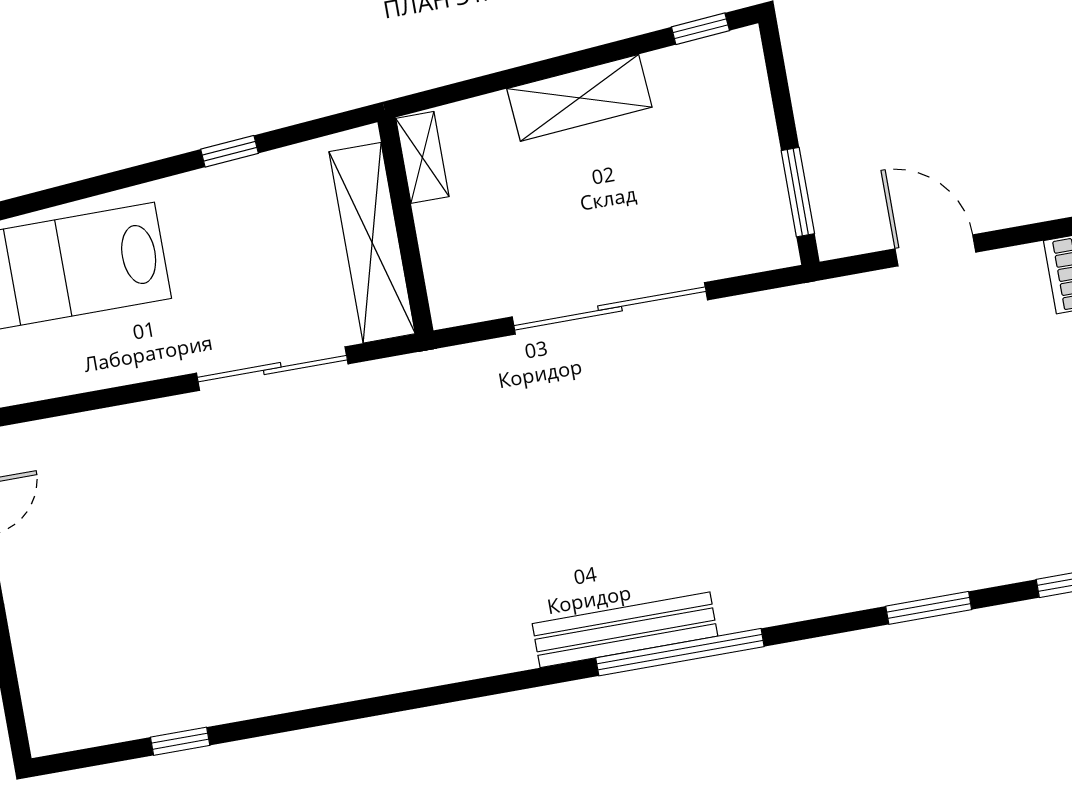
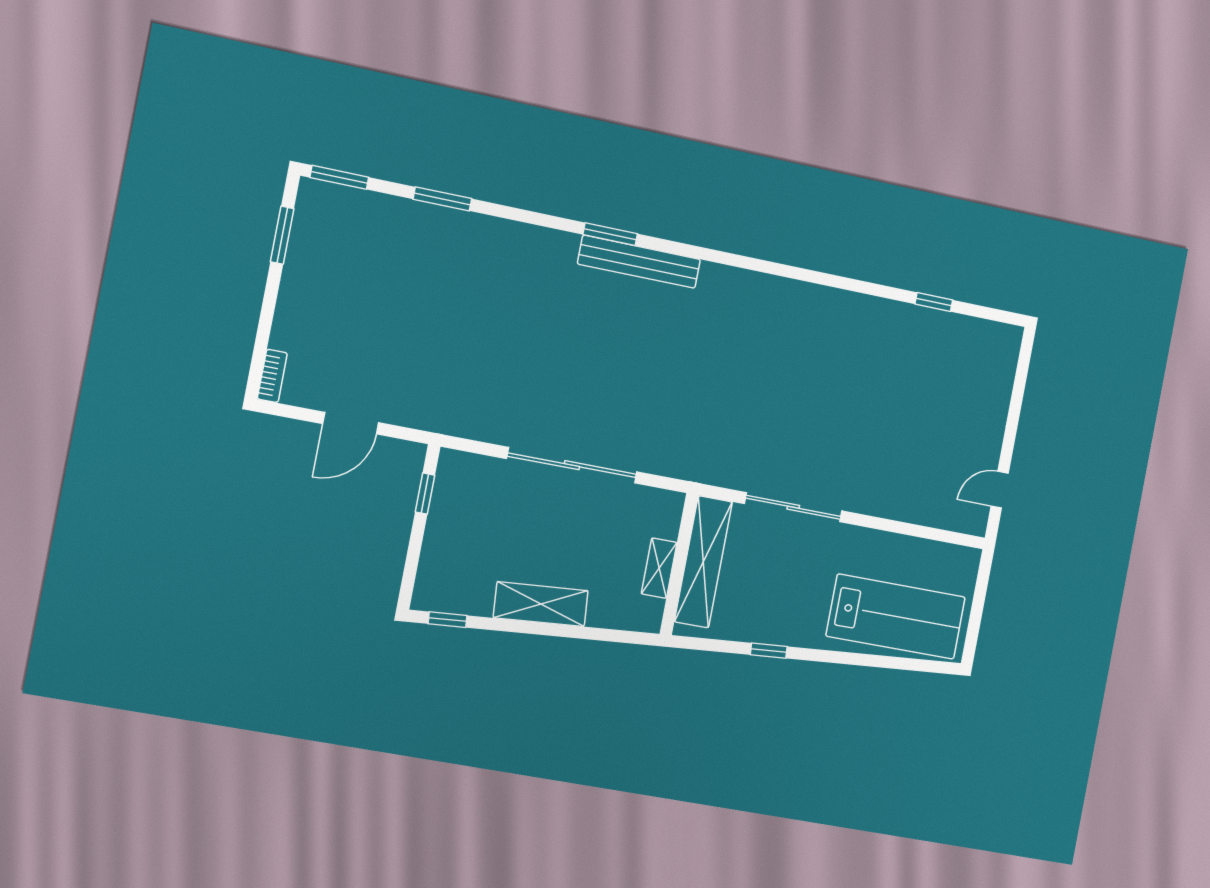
shelving: (422, 157) -> (659, 568), moved
window: (798, 192) -> (425, 494), width x0.67
door: (935, 250) -> (351, 423), hinge flipped
window: (680, 652) -> (610, 234), width x0.47

